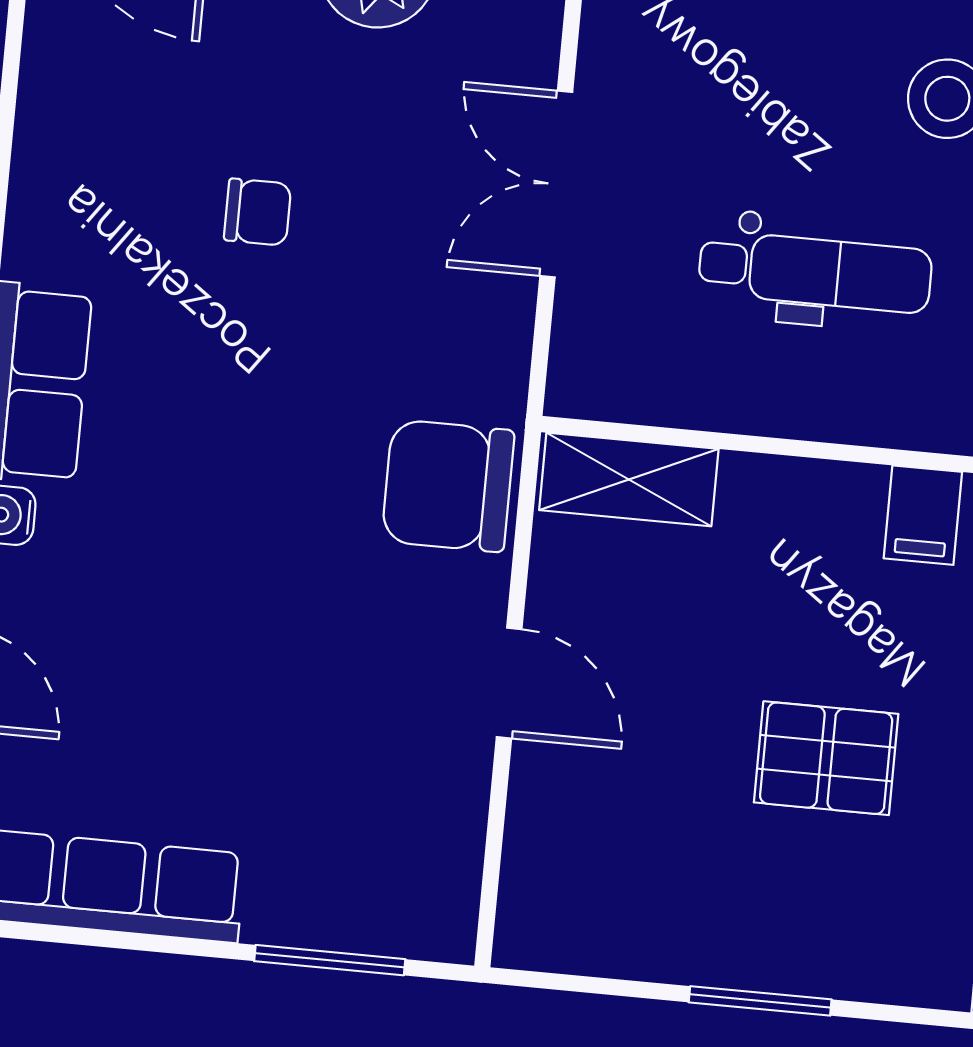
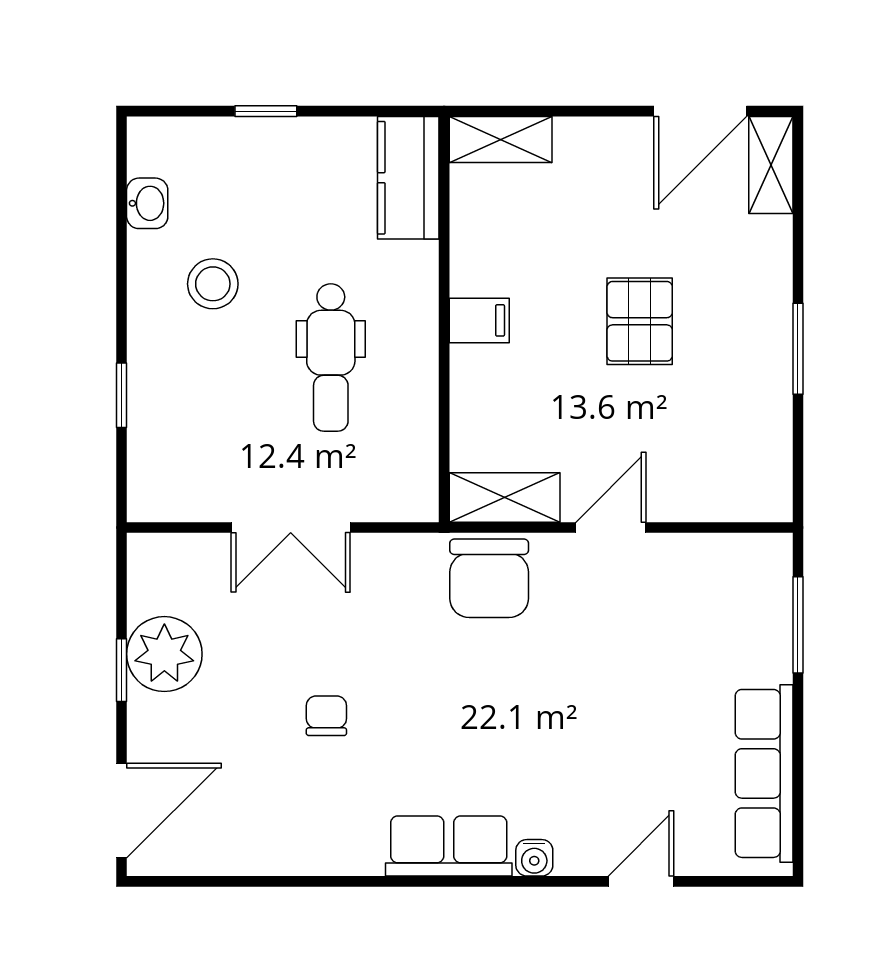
dental chair: (815, 272) -> (331, 357), turned 180
shelving: (629, 479) -> (505, 497), moved, turned 90
filing cabinet: (923, 515) -> (479, 320), moved

